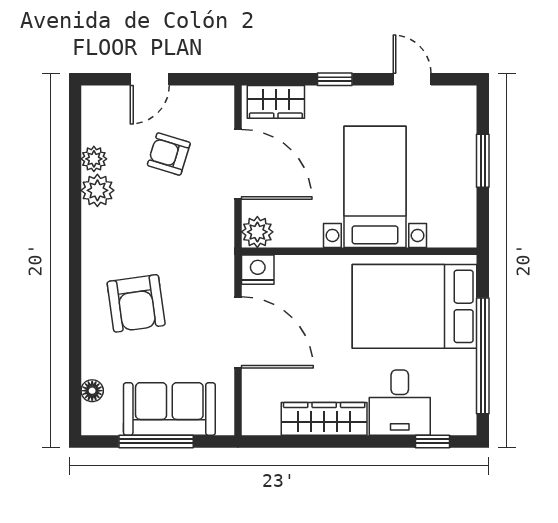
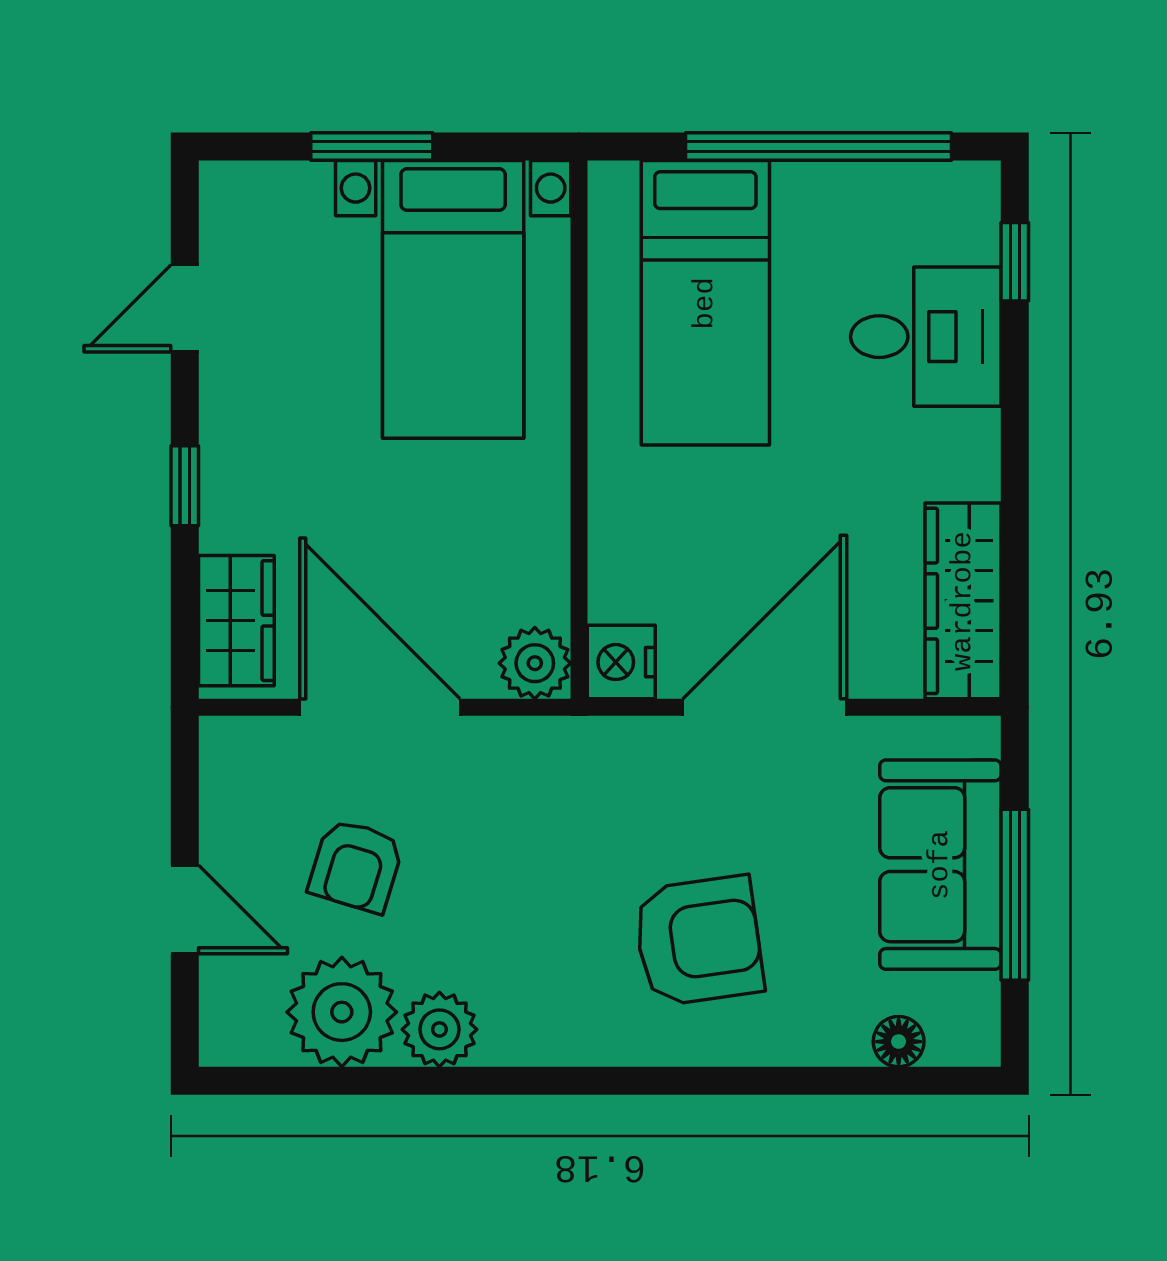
plant: (94, 159) -> (342, 1012), width x1.88, depth x1.88
door: (238, 164) -> (380, 707), hinge flipped
bed with nightstands: (375, 187) -> (453, 299), moved, turned -90
bed: (415, 306) -> (705, 303), width x0.67
wardrobe: (324, 419) -> (963, 601), moved

